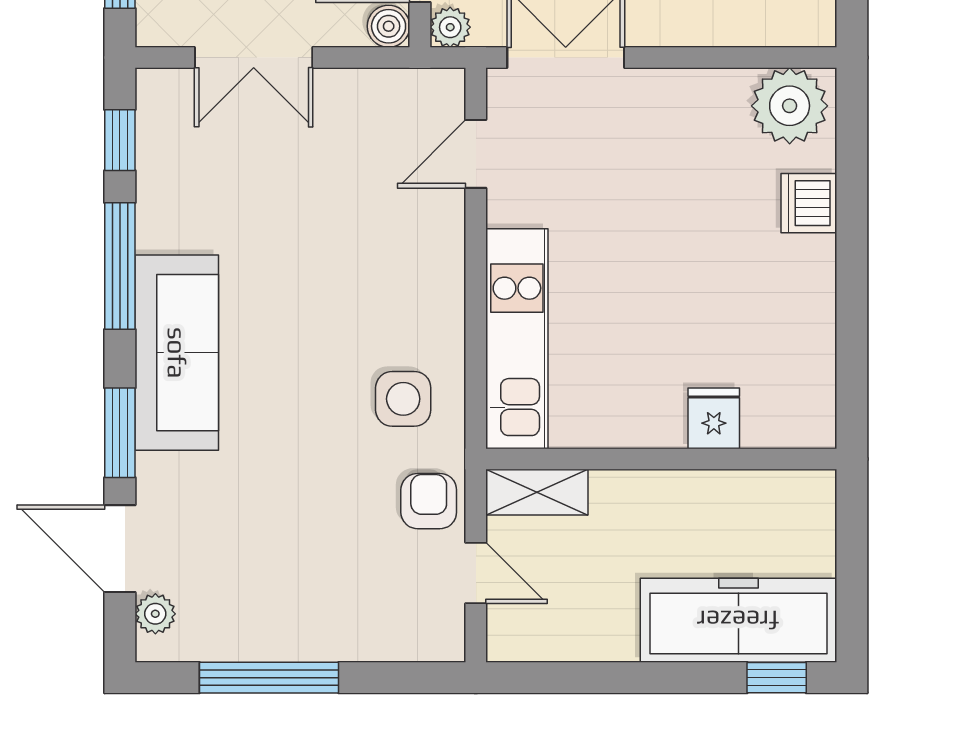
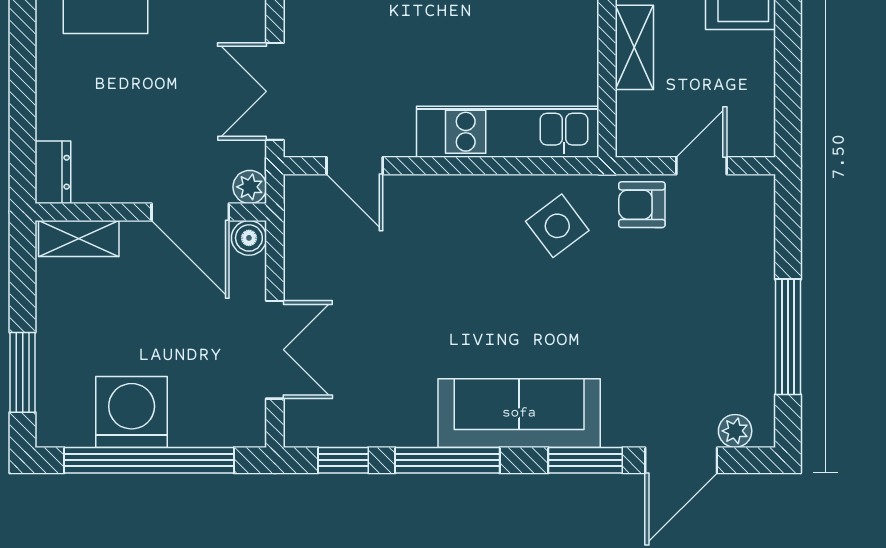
side table: (403, 399) -> (557, 226), turned -37
shelving: (537, 492) -> (634, 47), moved

